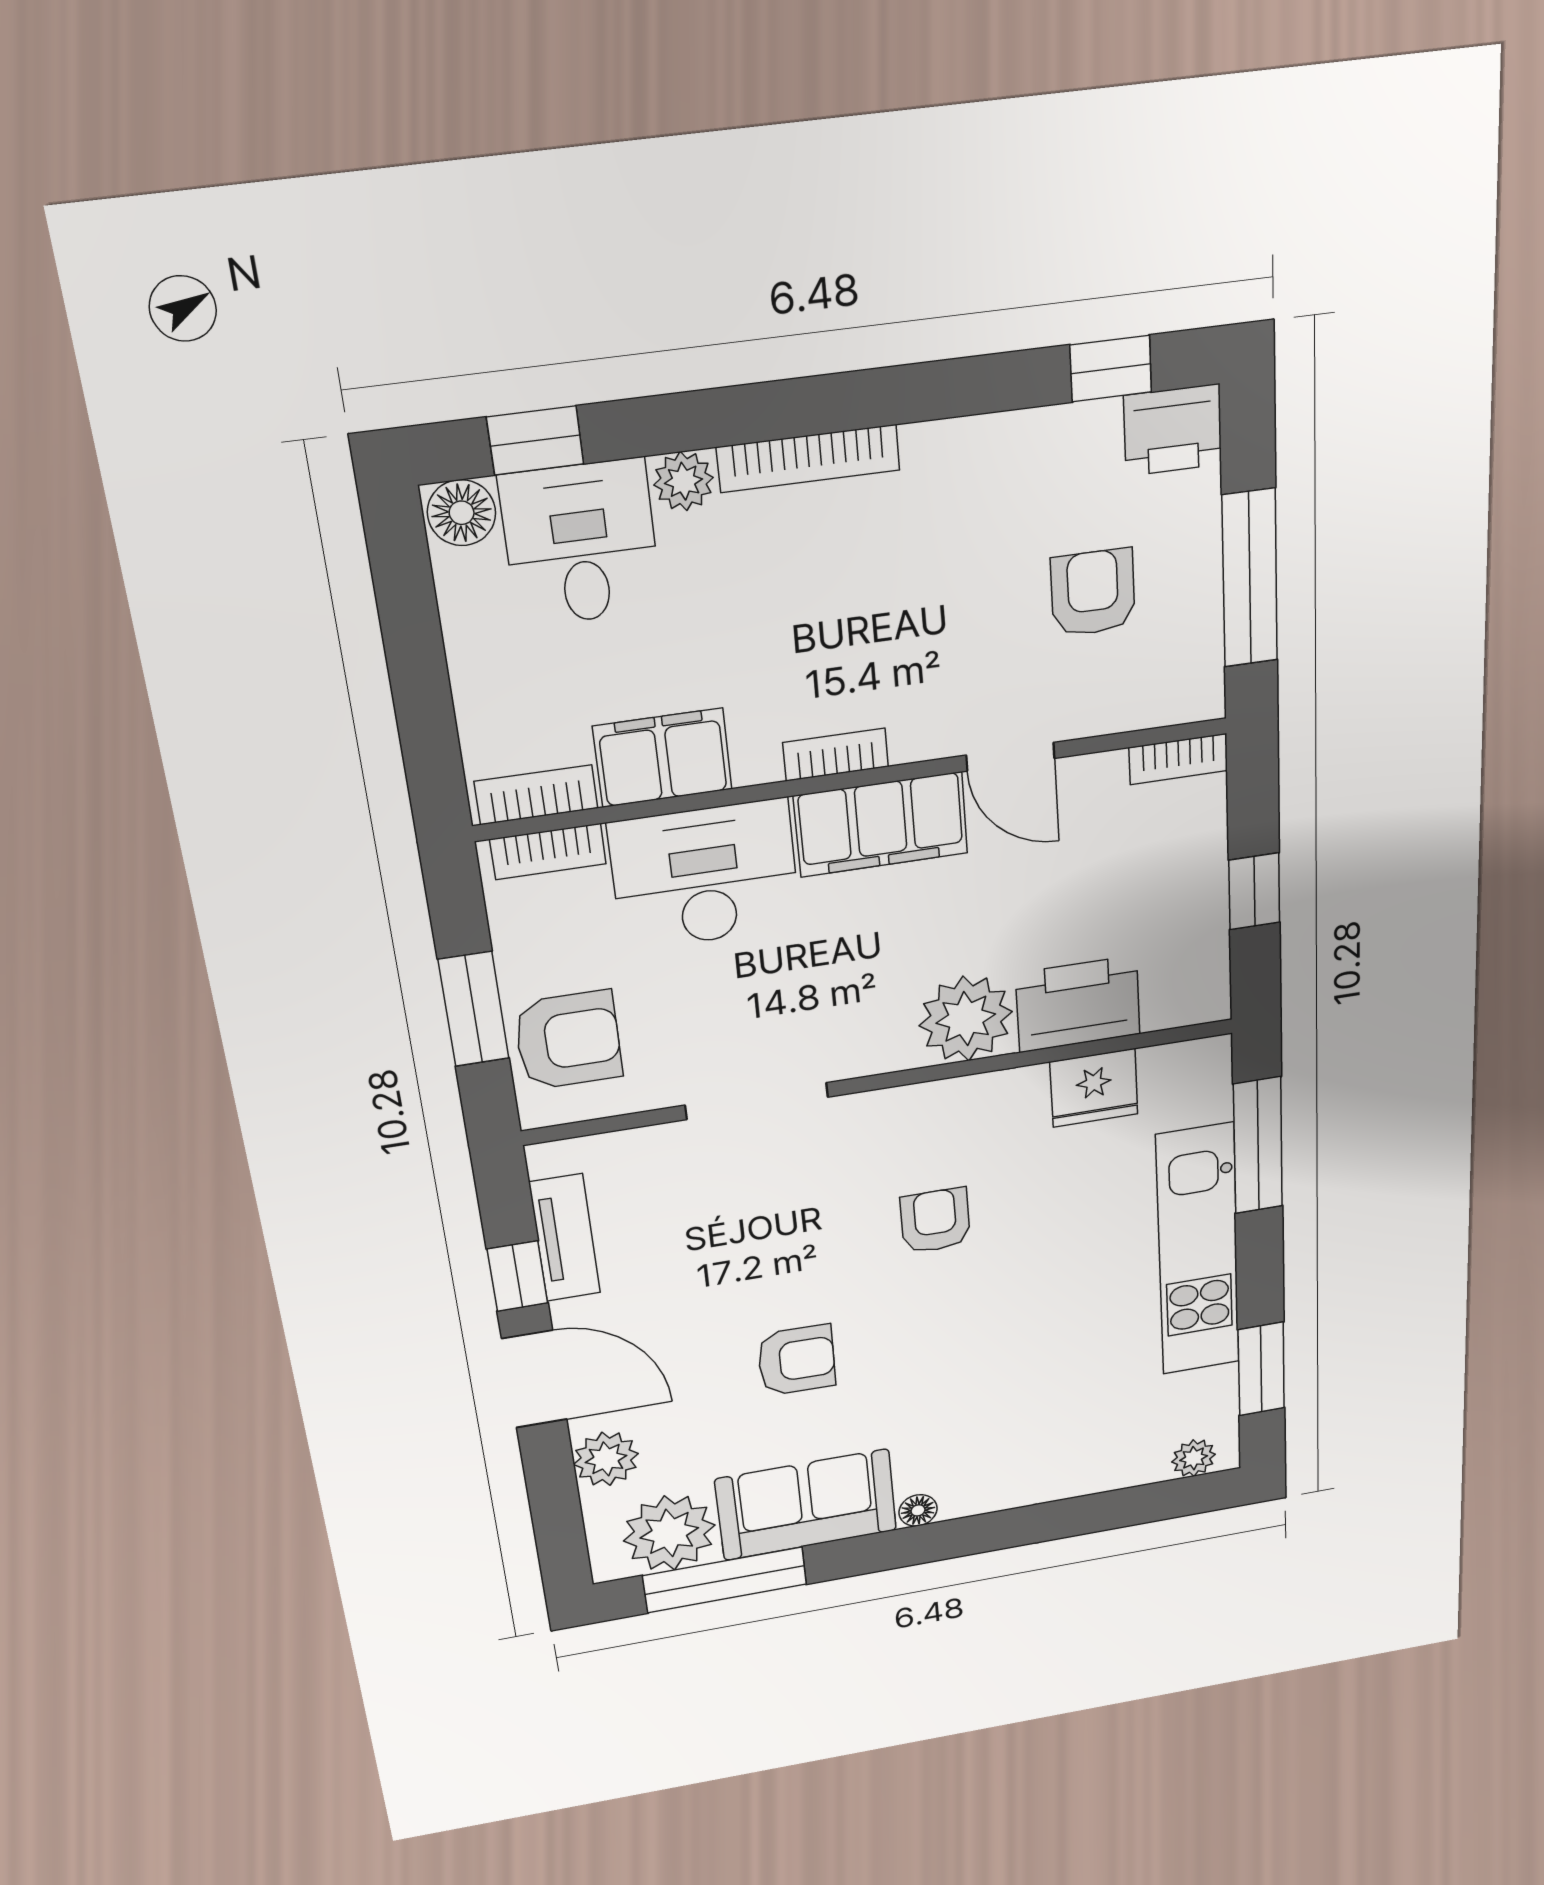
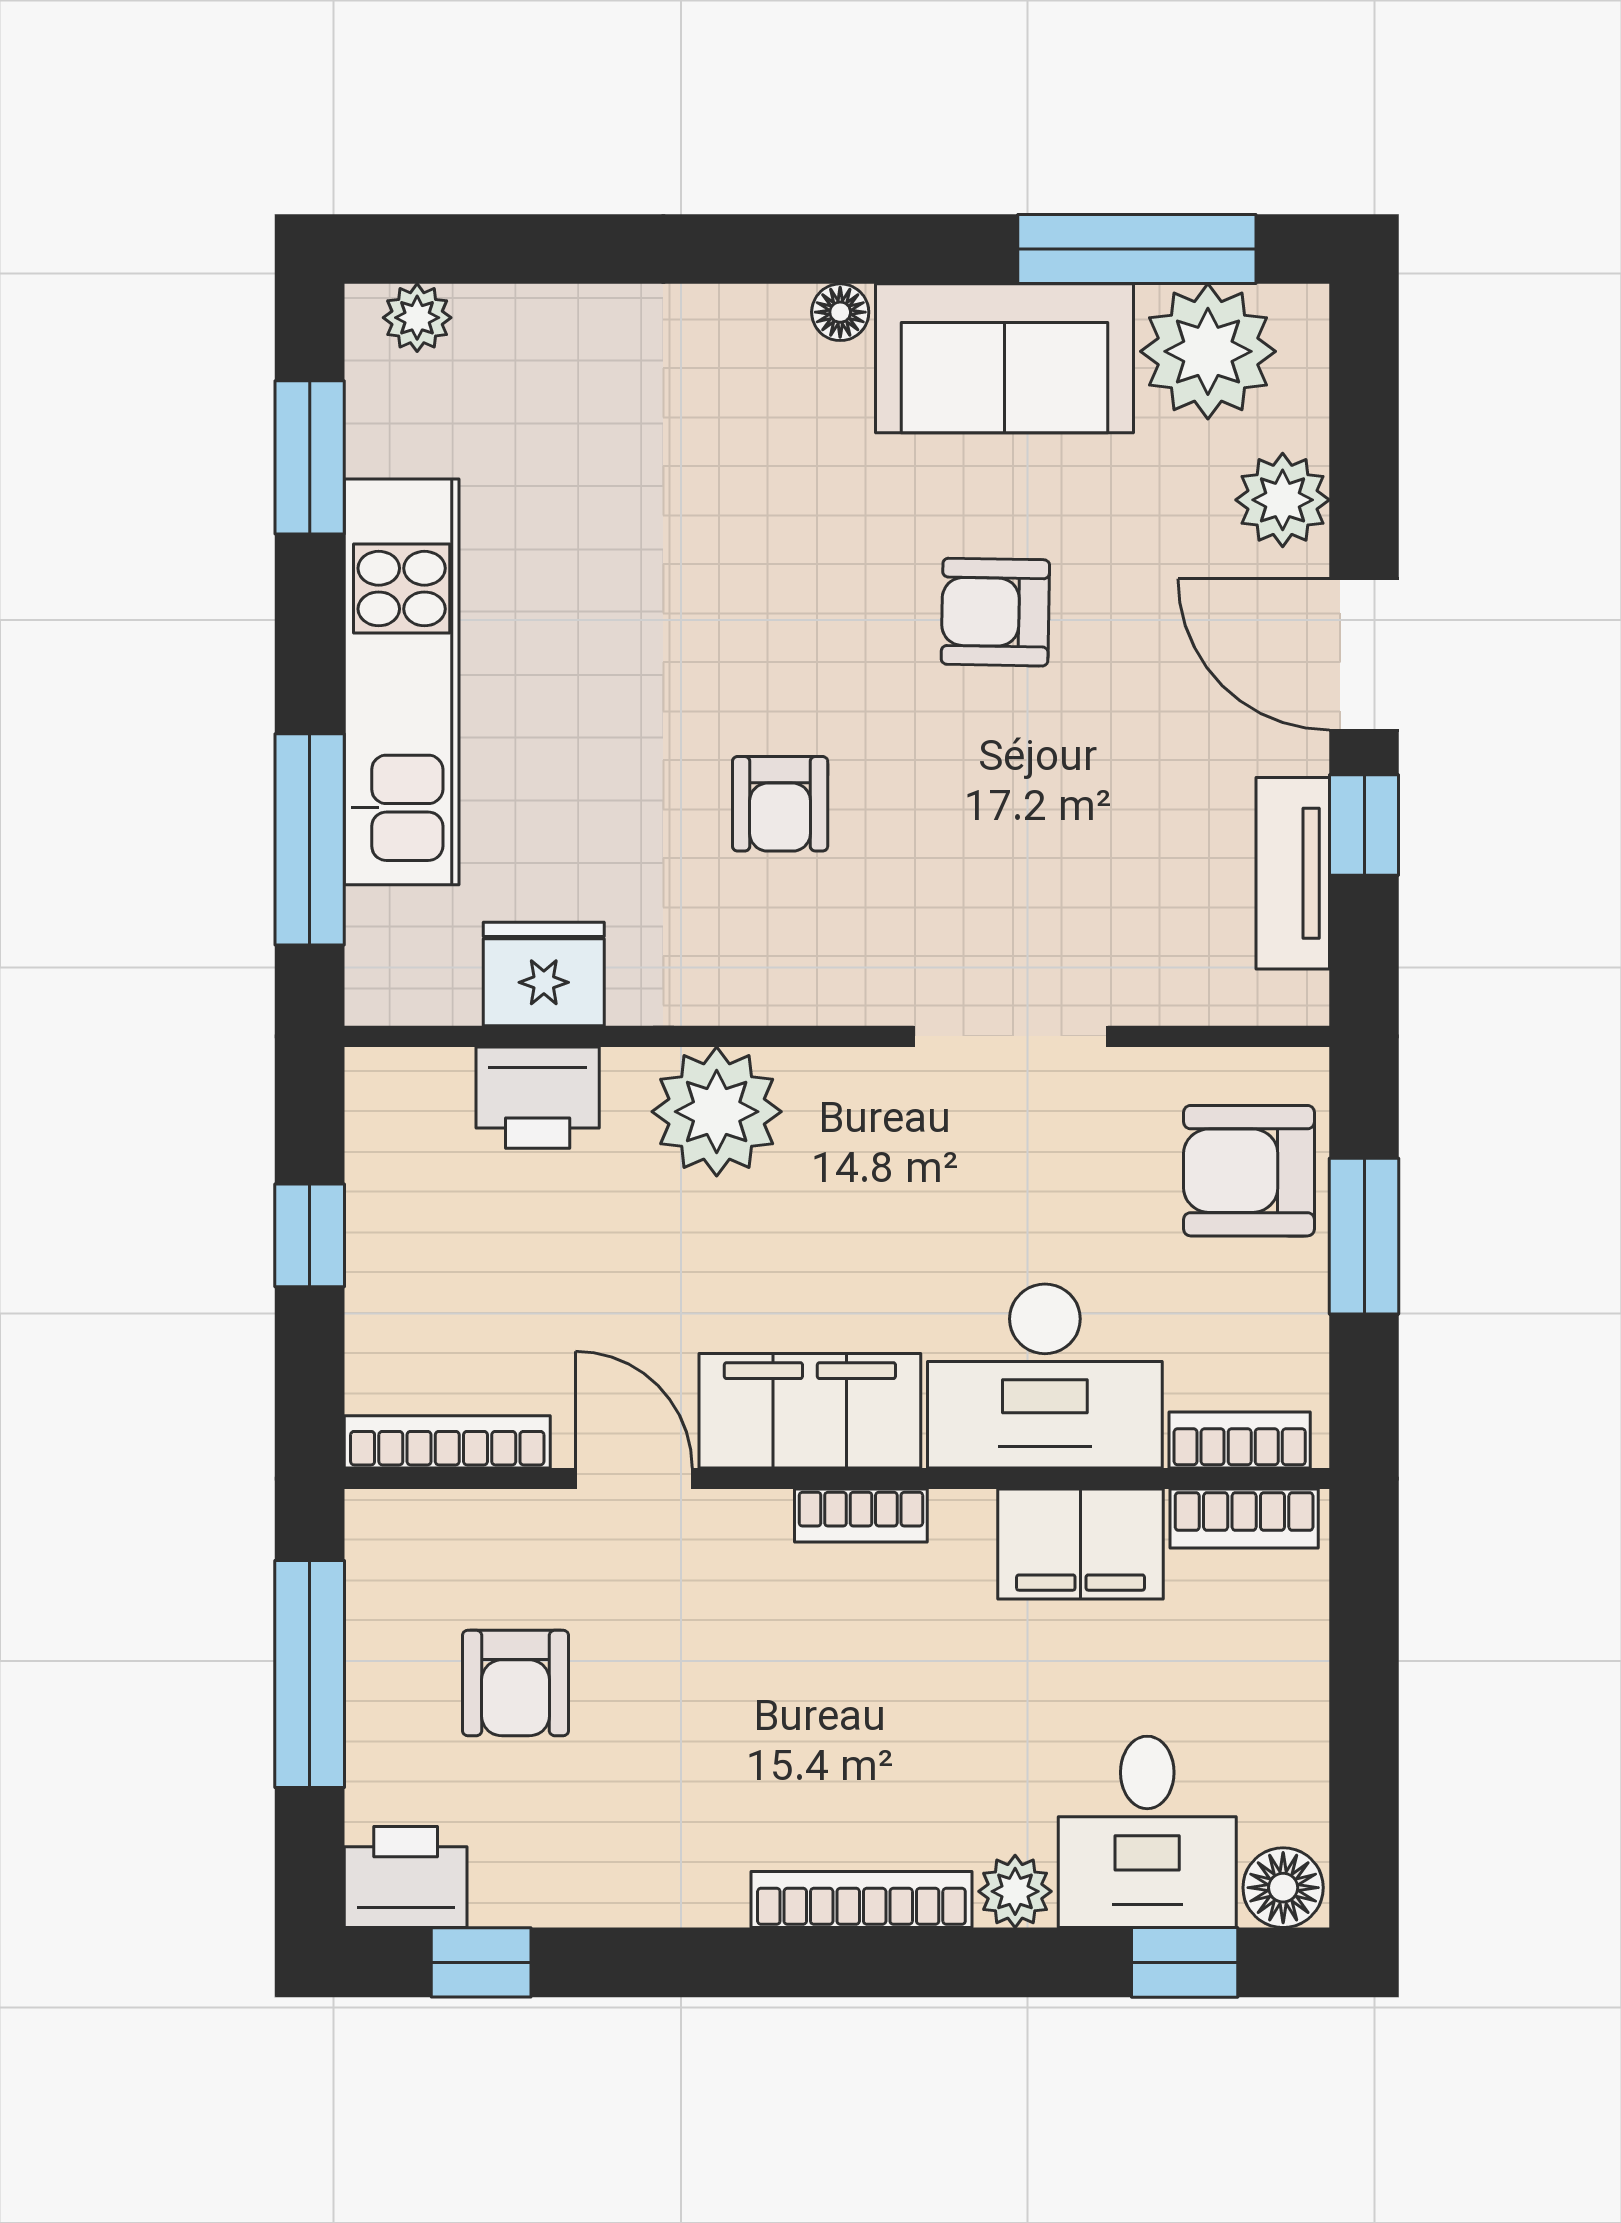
bookcase: (1178, 759) -> (447, 1442), width x1.56
printer: (1078, 1004) -> (538, 1098), width x0.73, depth x0.84

